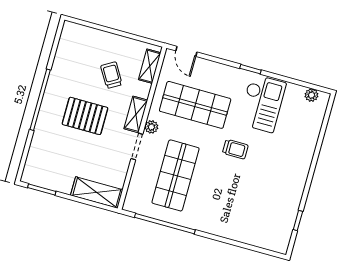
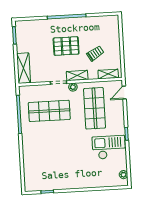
checkout: (262, 103) -> (109, 147), turned 180
pallet: (85, 116) -> (66, 46), turned 90
trolley: (235, 149) -> (77, 141), removed

